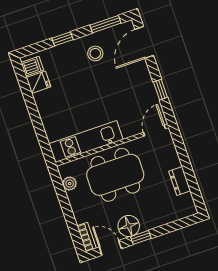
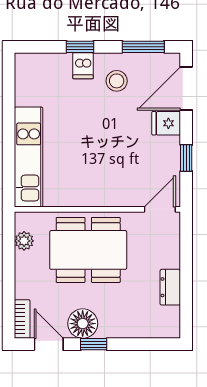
dishwasher: (32, 66) -> (83, 66), moved, turned 90
fridge: (38, 82) -> (166, 123), moved, turned 180
kitchen unit: (86, 142) -> (29, 157), moved, turned 90

